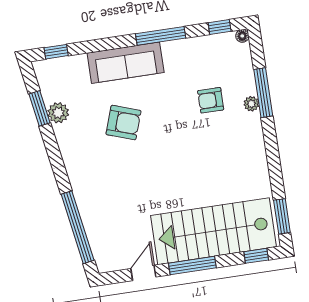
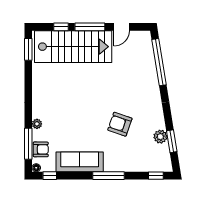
window: (161, 36) -> (109, 176), moved
sofa: (126, 63) -> (80, 162), moved
window: (263, 93) -> (28, 144), moved
armchair: (211, 100) -> (41, 149), moved
window: (256, 256) -> (61, 27), moved

